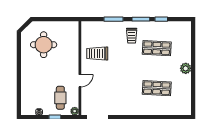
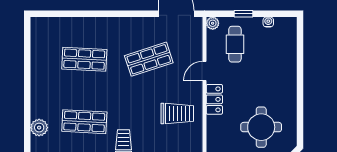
locker: (74, 62) -> (214, 99), added
plant: (186, 68) -> (39, 128), moved
shop shelf: (115, 88) -> (149, 59), added

